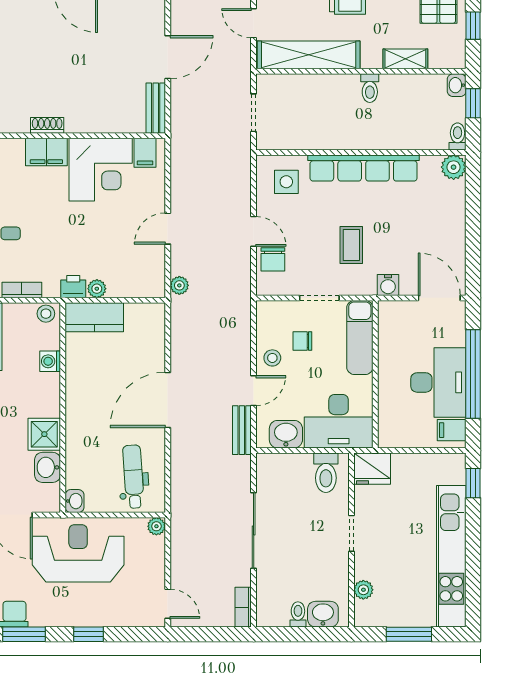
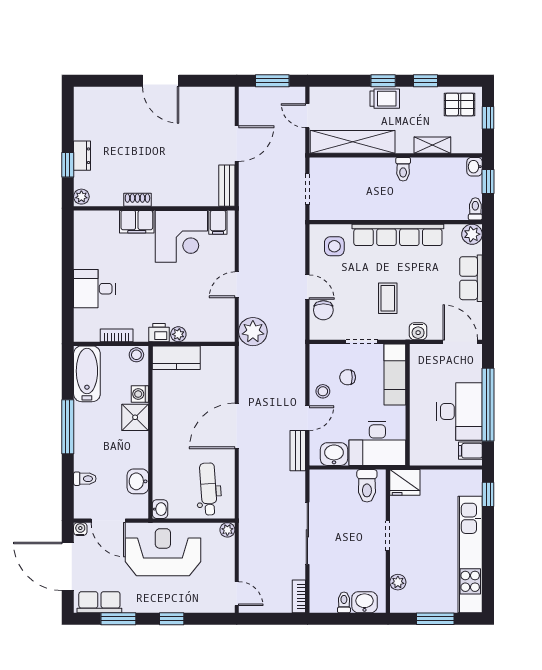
row of seats: (452, 221) -> (471, 278), added
plant: (179, 285) -> (253, 332), width x1.87, depth x1.87
shower: (44, 434) -> (135, 417), moved

